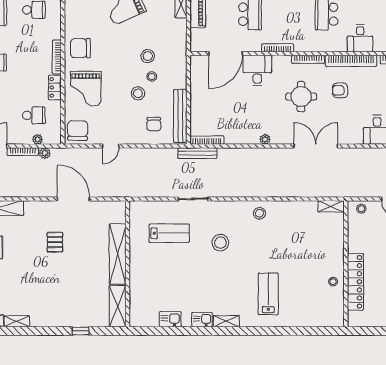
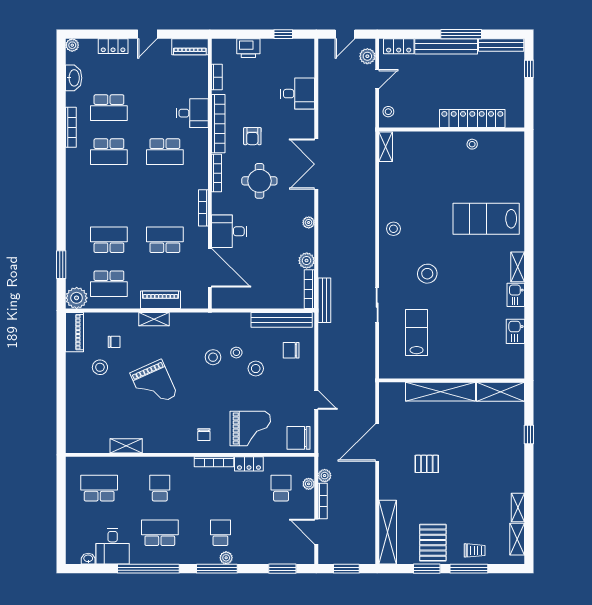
chair: (80, 48) -> (204, 435), width x0.54, depth x0.54
chair: (154, 124) -> (291, 350), turned 180
plant: (232, 138) -> (307, 261), added
lab bench: (268, 294) -> (486, 219), width x1.36, depth x1.39

